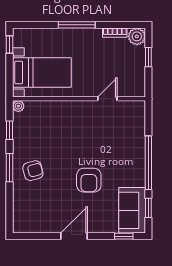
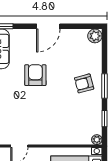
plant: (21, 225) -> (95, 36), added

